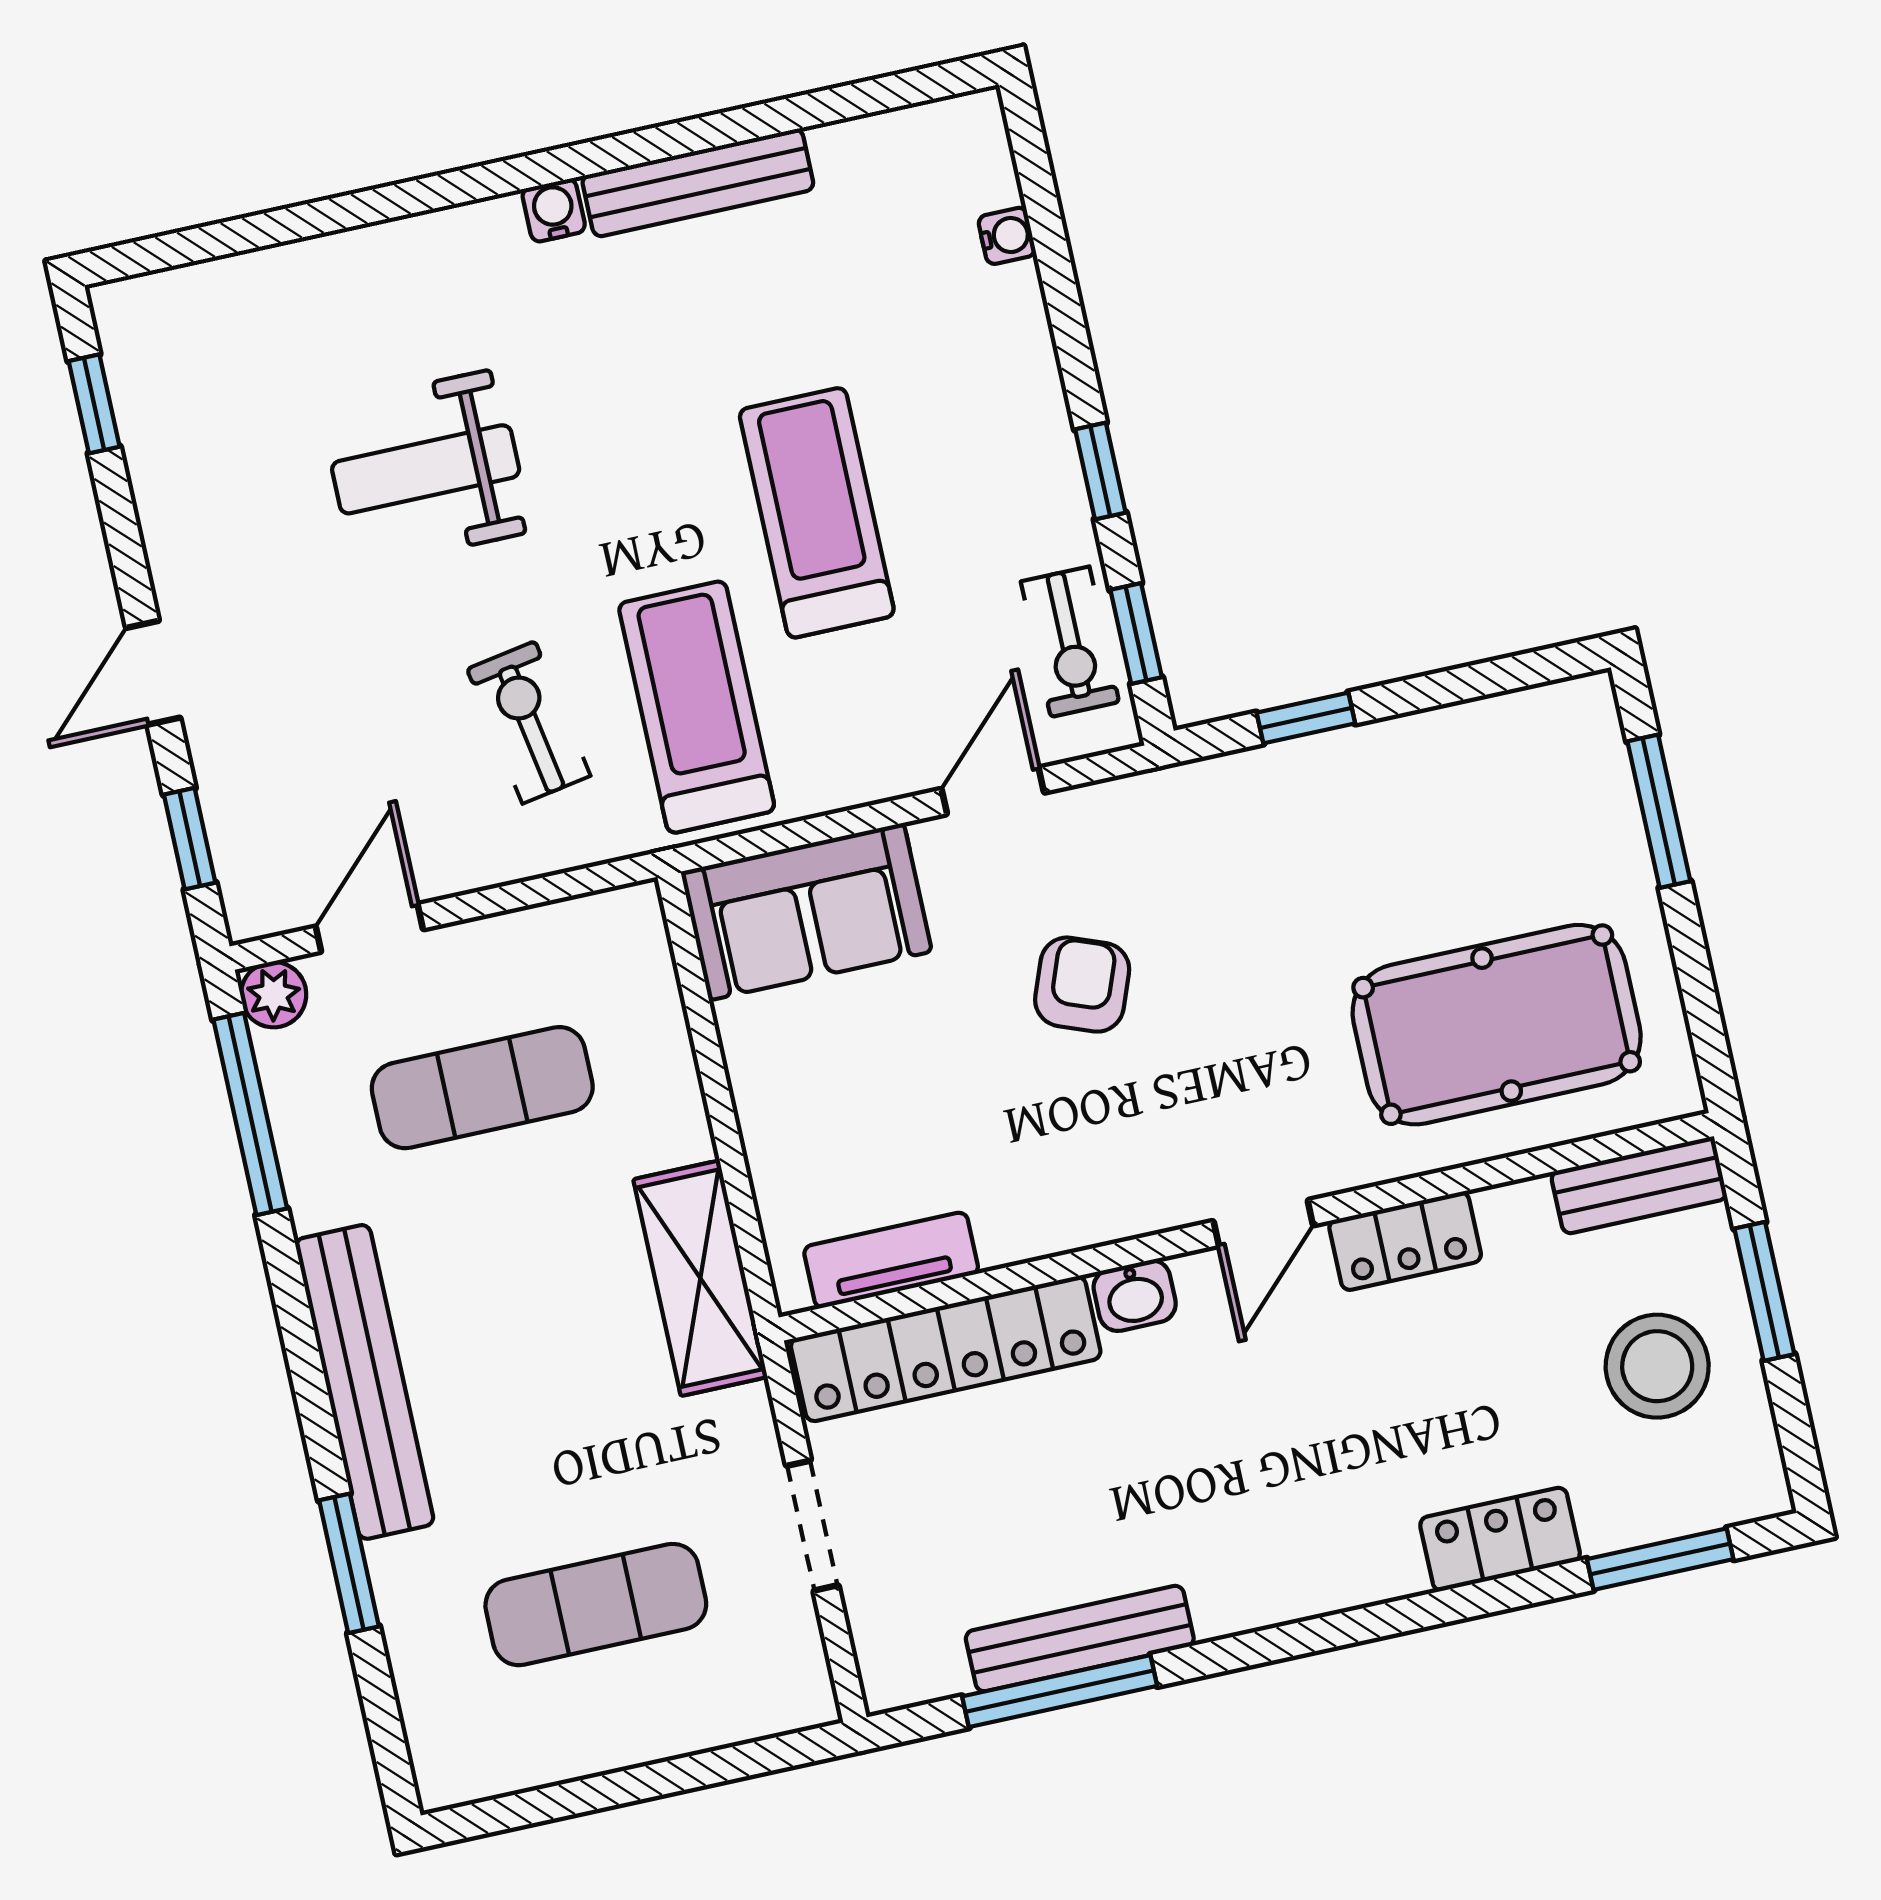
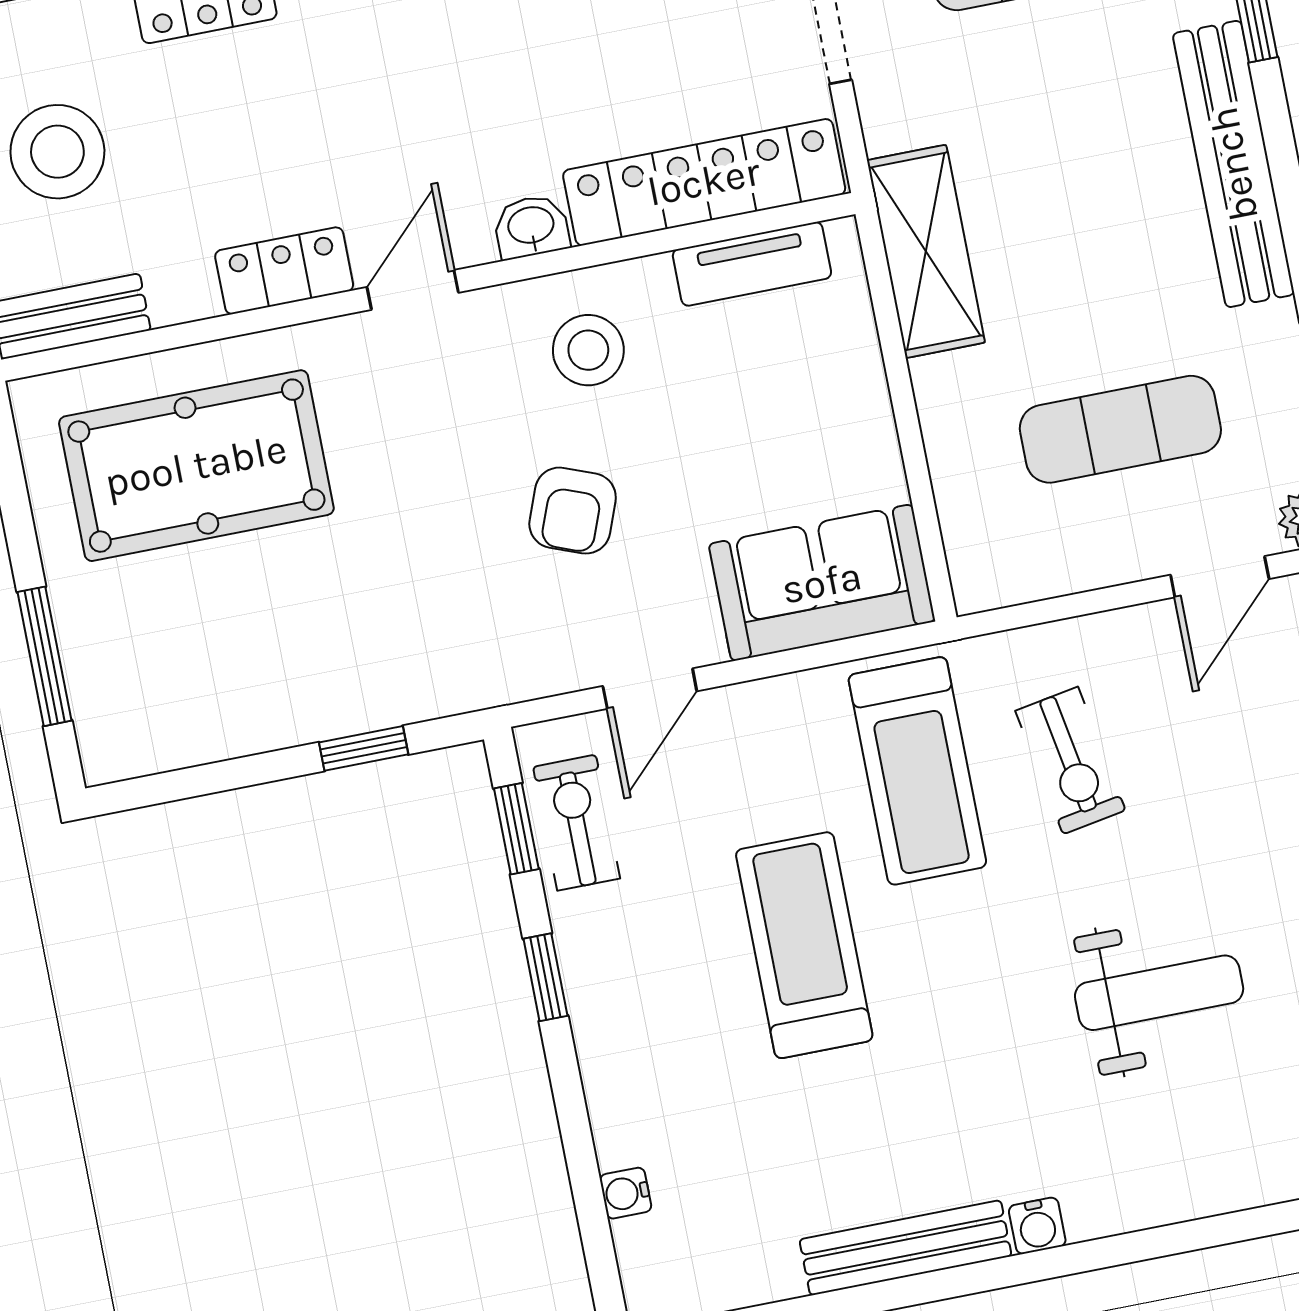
treadmill: (817, 513) -> (804, 945), turned 180
stool: (1069, 1161) -> (588, 350), added

